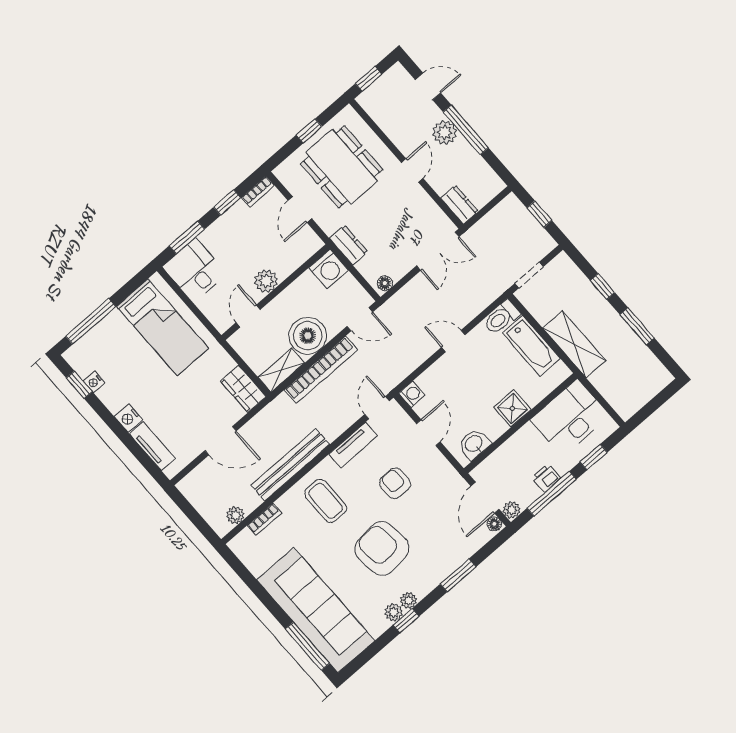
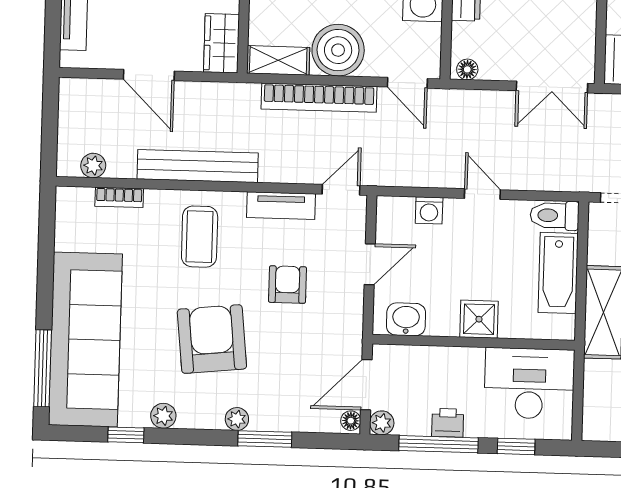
washing machine: (412, 394) -> (429, 210), moved, turned 90
plant: (409, 600) -> (237, 419), moved
window: (406, 621) -> (126, 435), moved

